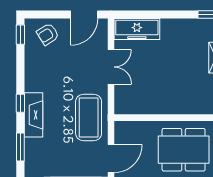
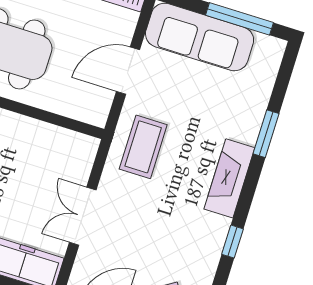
window: (20, 103) -> (232, 242), moved
coffee table: (89, 118) -> (143, 147), width x0.73, depth x0.76

